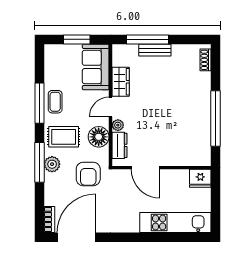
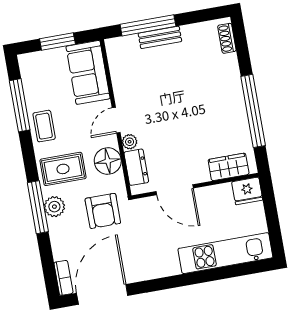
wardrobe: (121, 82) -> (229, 167), moved, turned -90
window: (39, 103) -> (20, 105), moved

